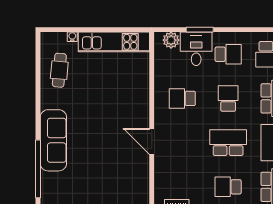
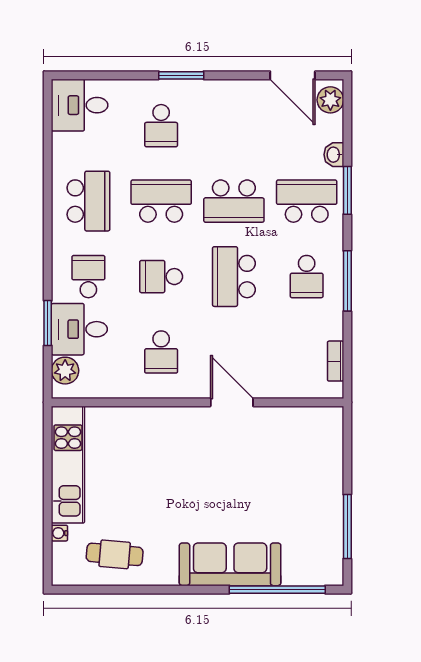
door: (152, 141) -> (232, 402), swing flipped

